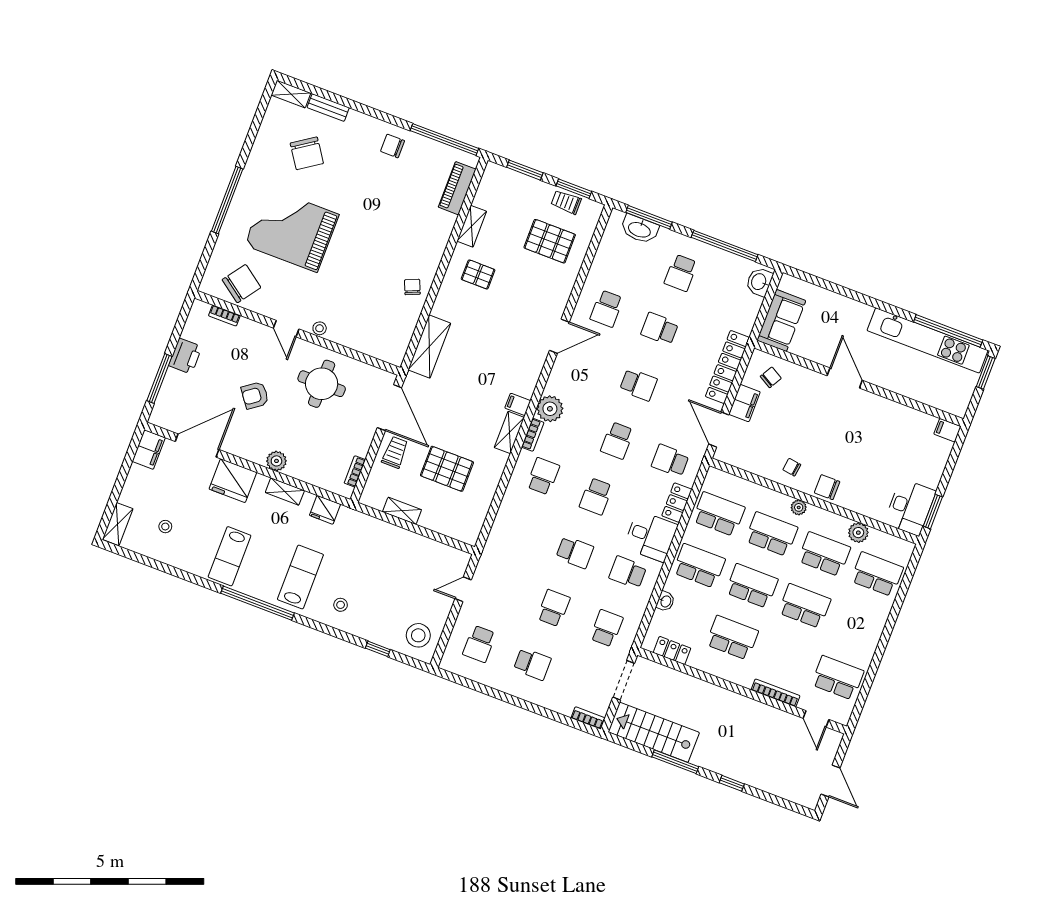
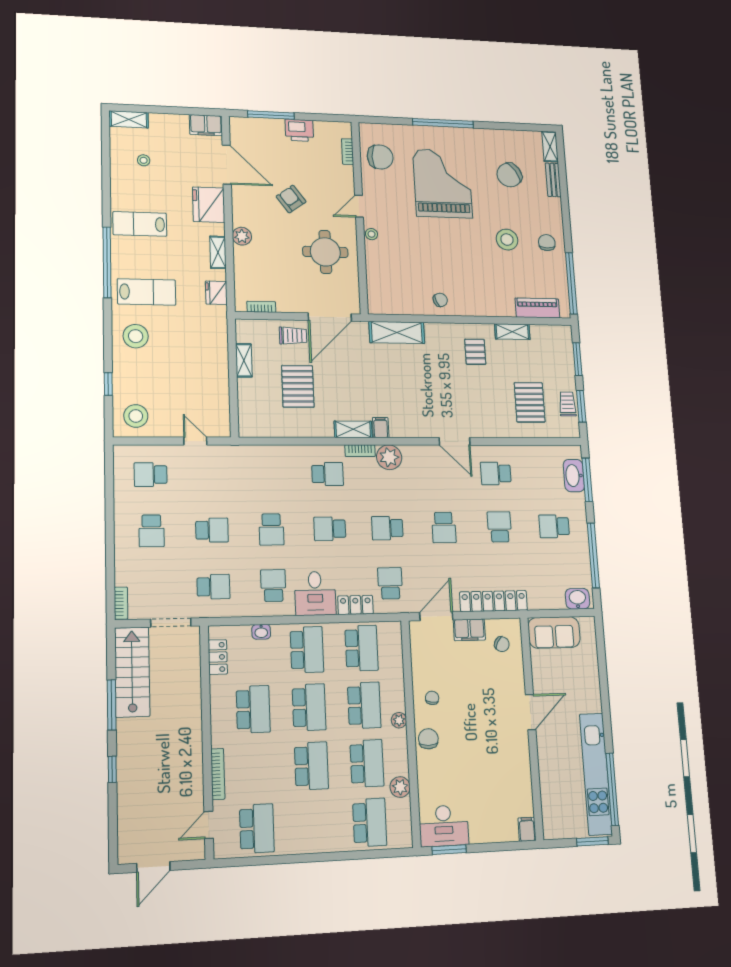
stool: (374, 188) -> (507, 240), added
chair: (241, 284) -> (380, 157), turned -36
stool: (341, 605) -> (136, 336), width x1.89, depth x1.89

